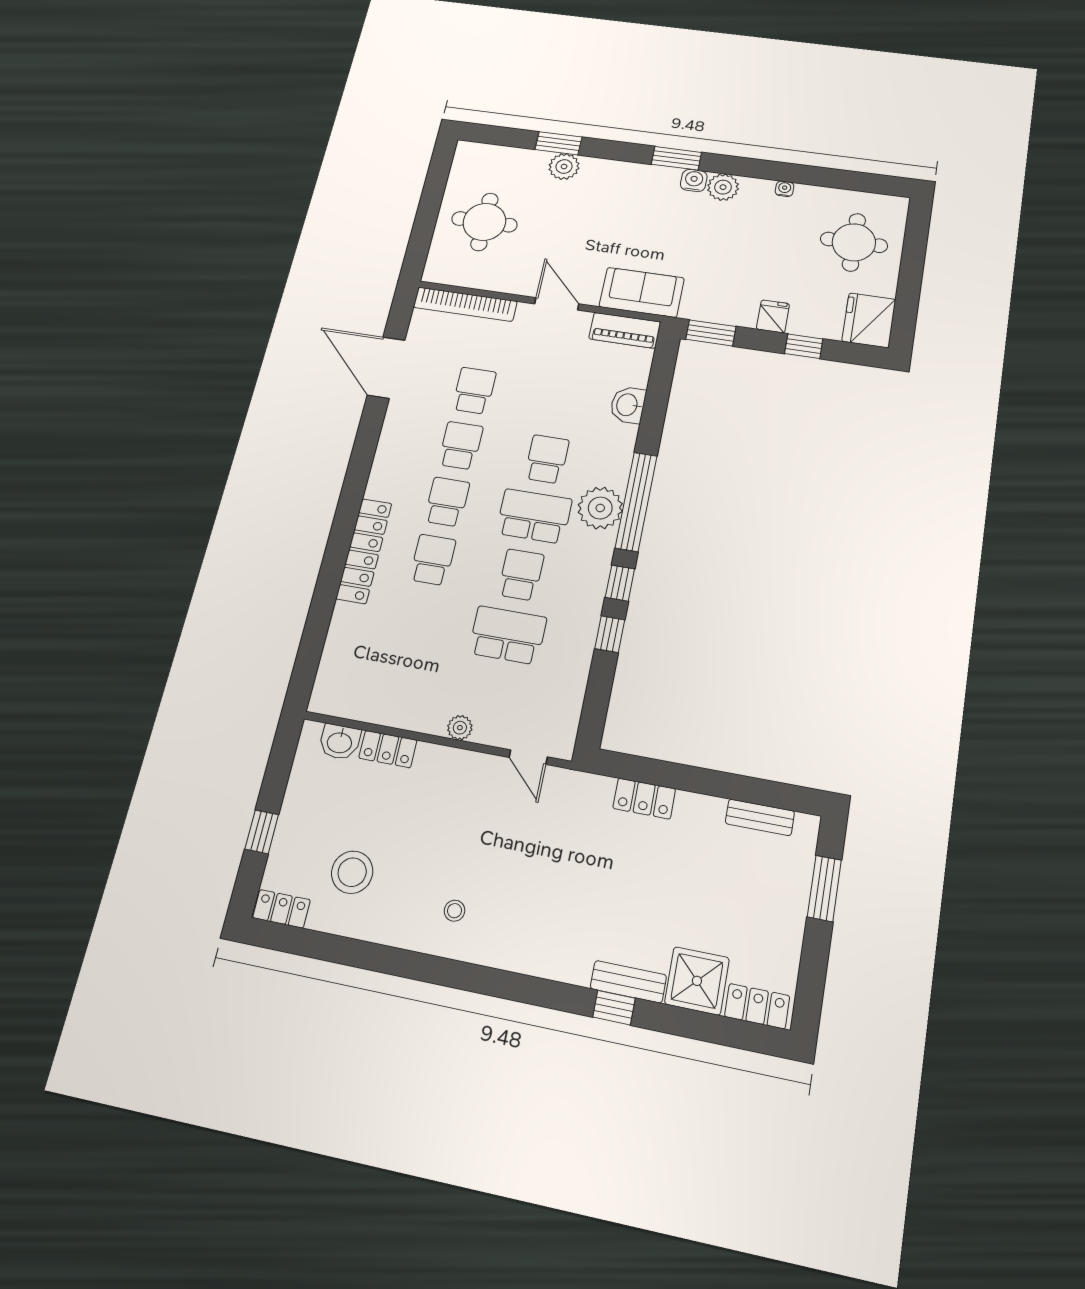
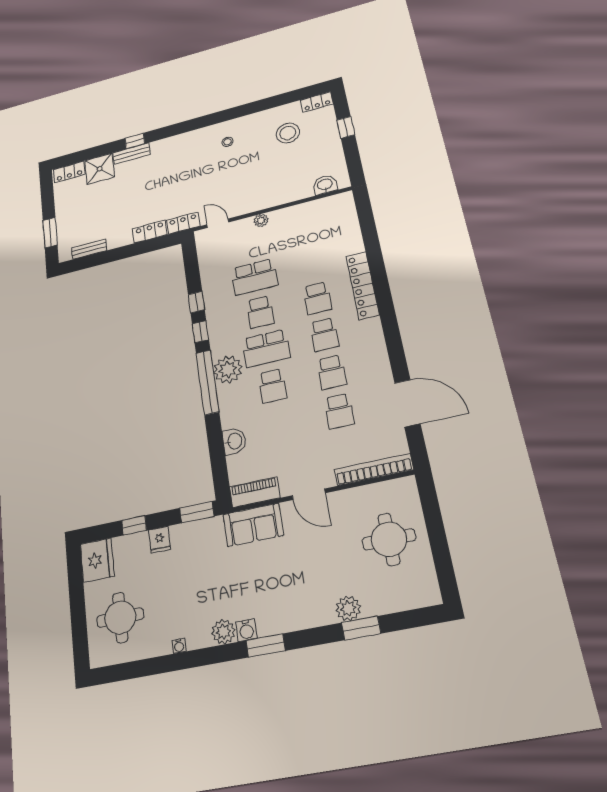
locker: (388, 749) -> (183, 223), moved

